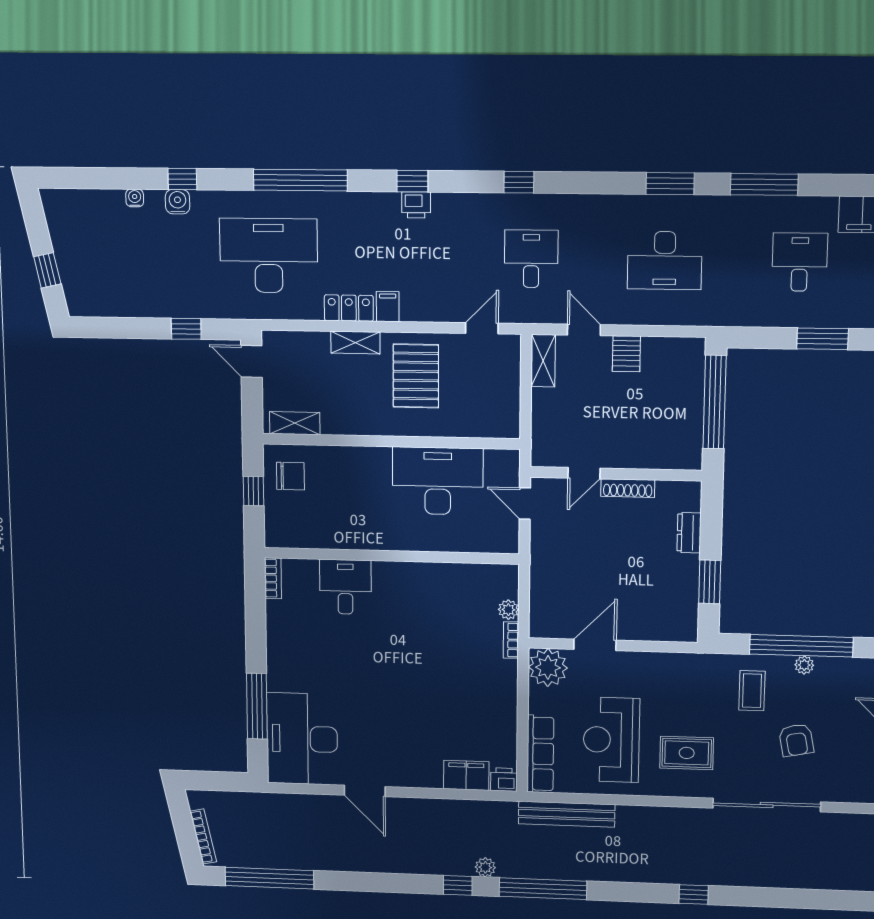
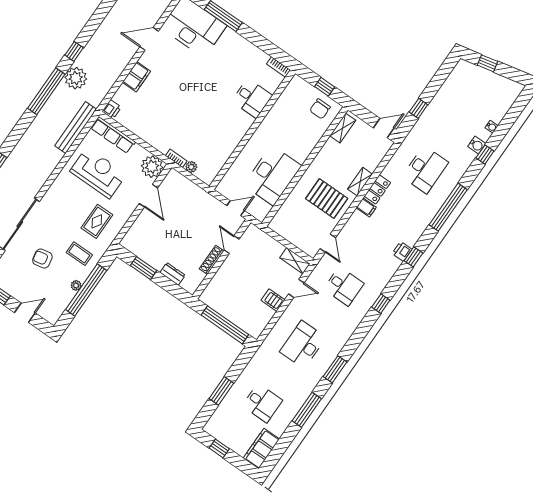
desk: (269, 255) -> (425, 169), width x0.73, depth x0.77
rug: (687, 753) -> (97, 221), moved
filing cabinet: (466, 775) -> (136, 77), moved
plant: (485, 867) -> (76, 78), width x1.88, depth x1.88

